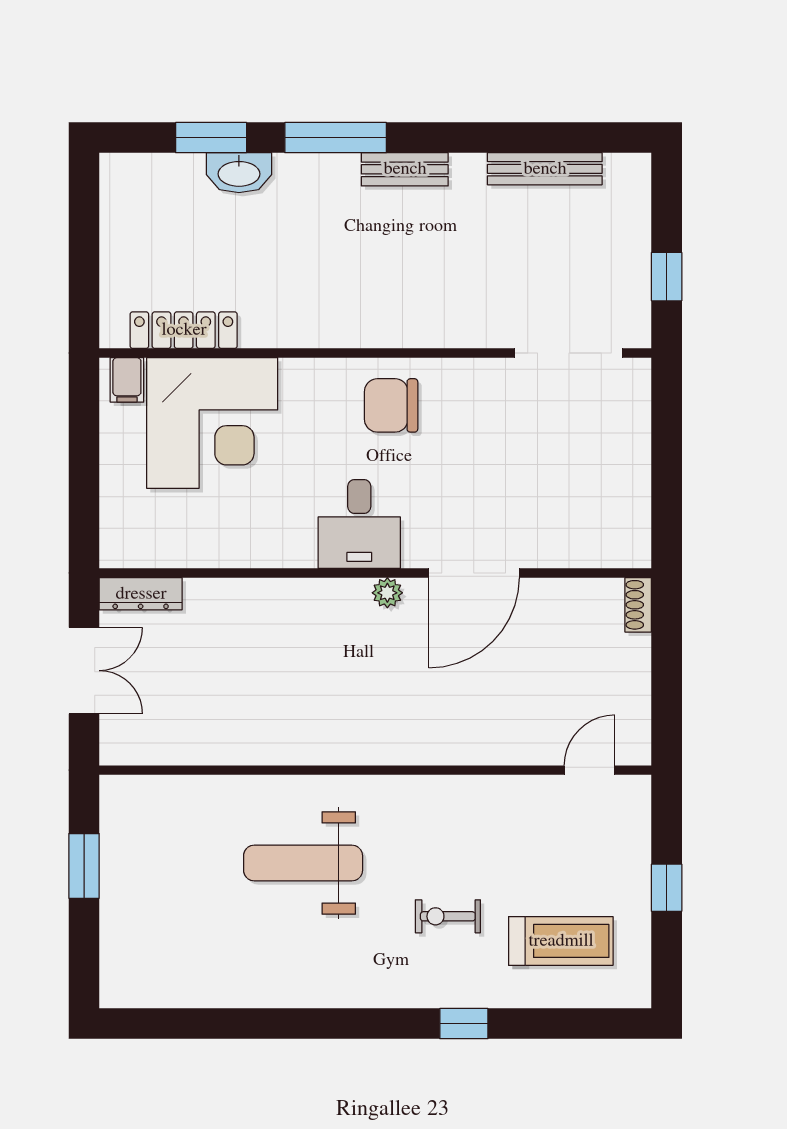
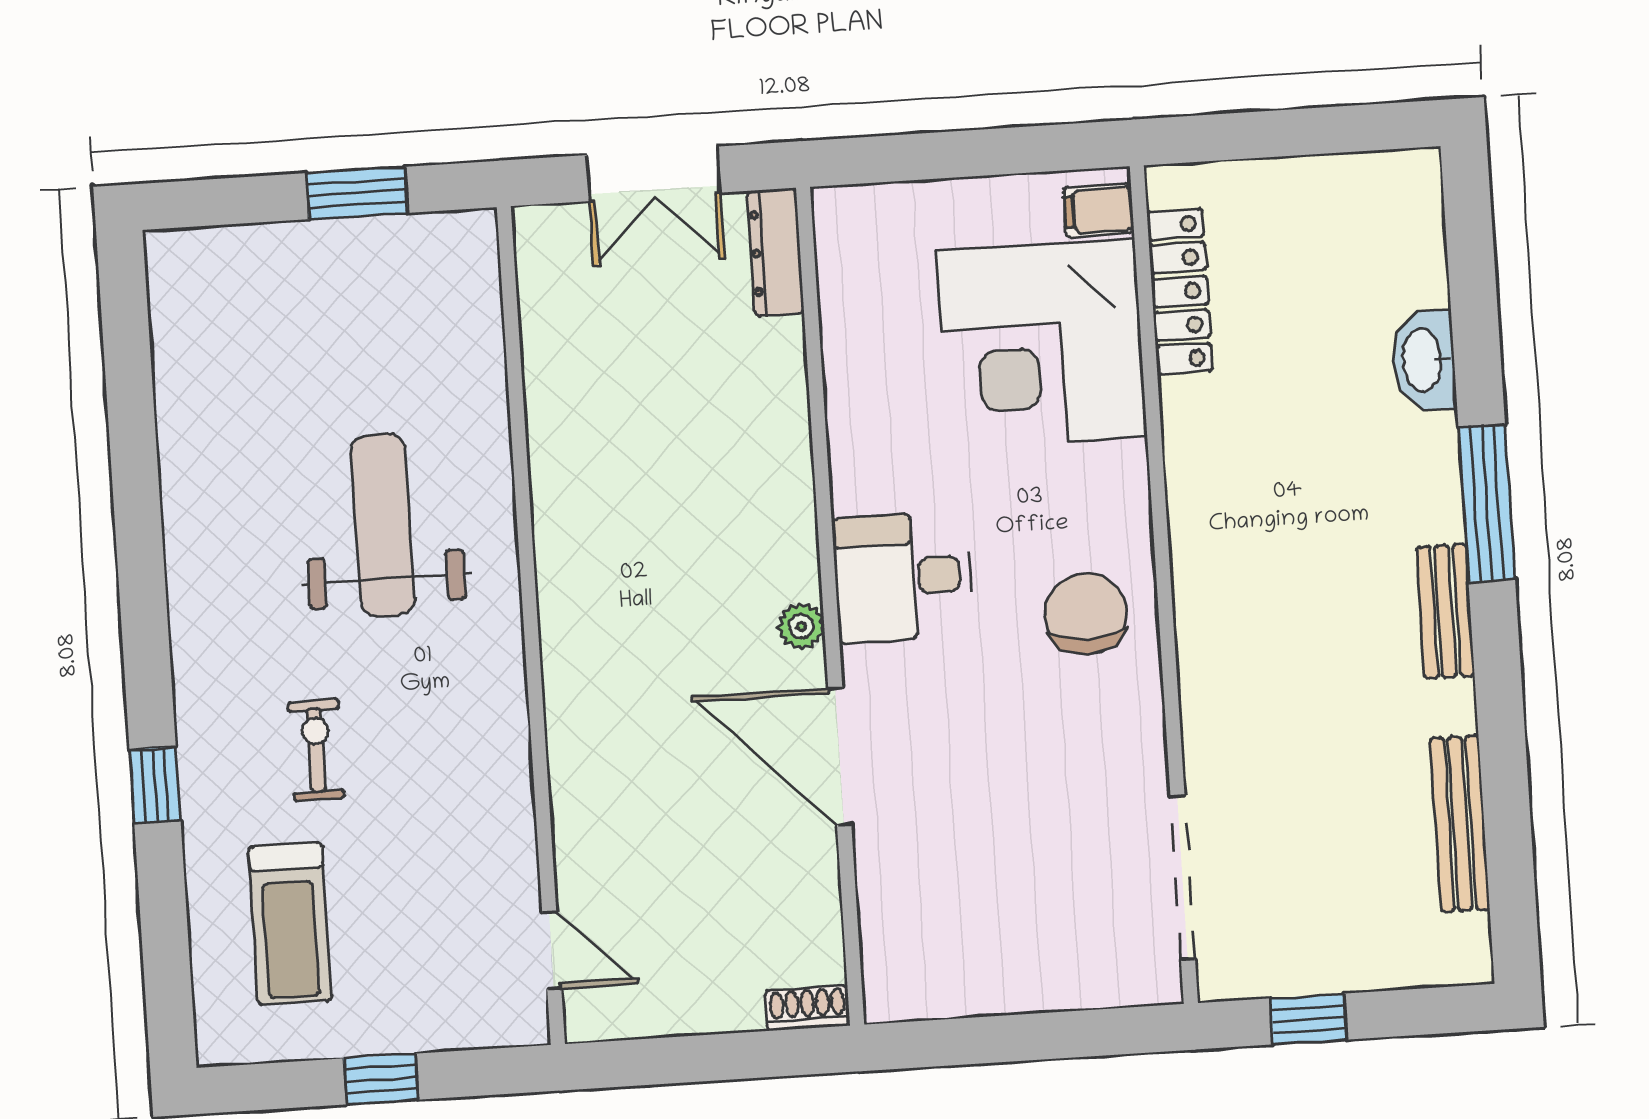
window: (211, 138) -> (1475, 314), removed

